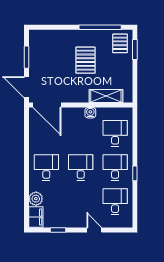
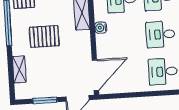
shelving: (57, 35) -> (19, 69), added

